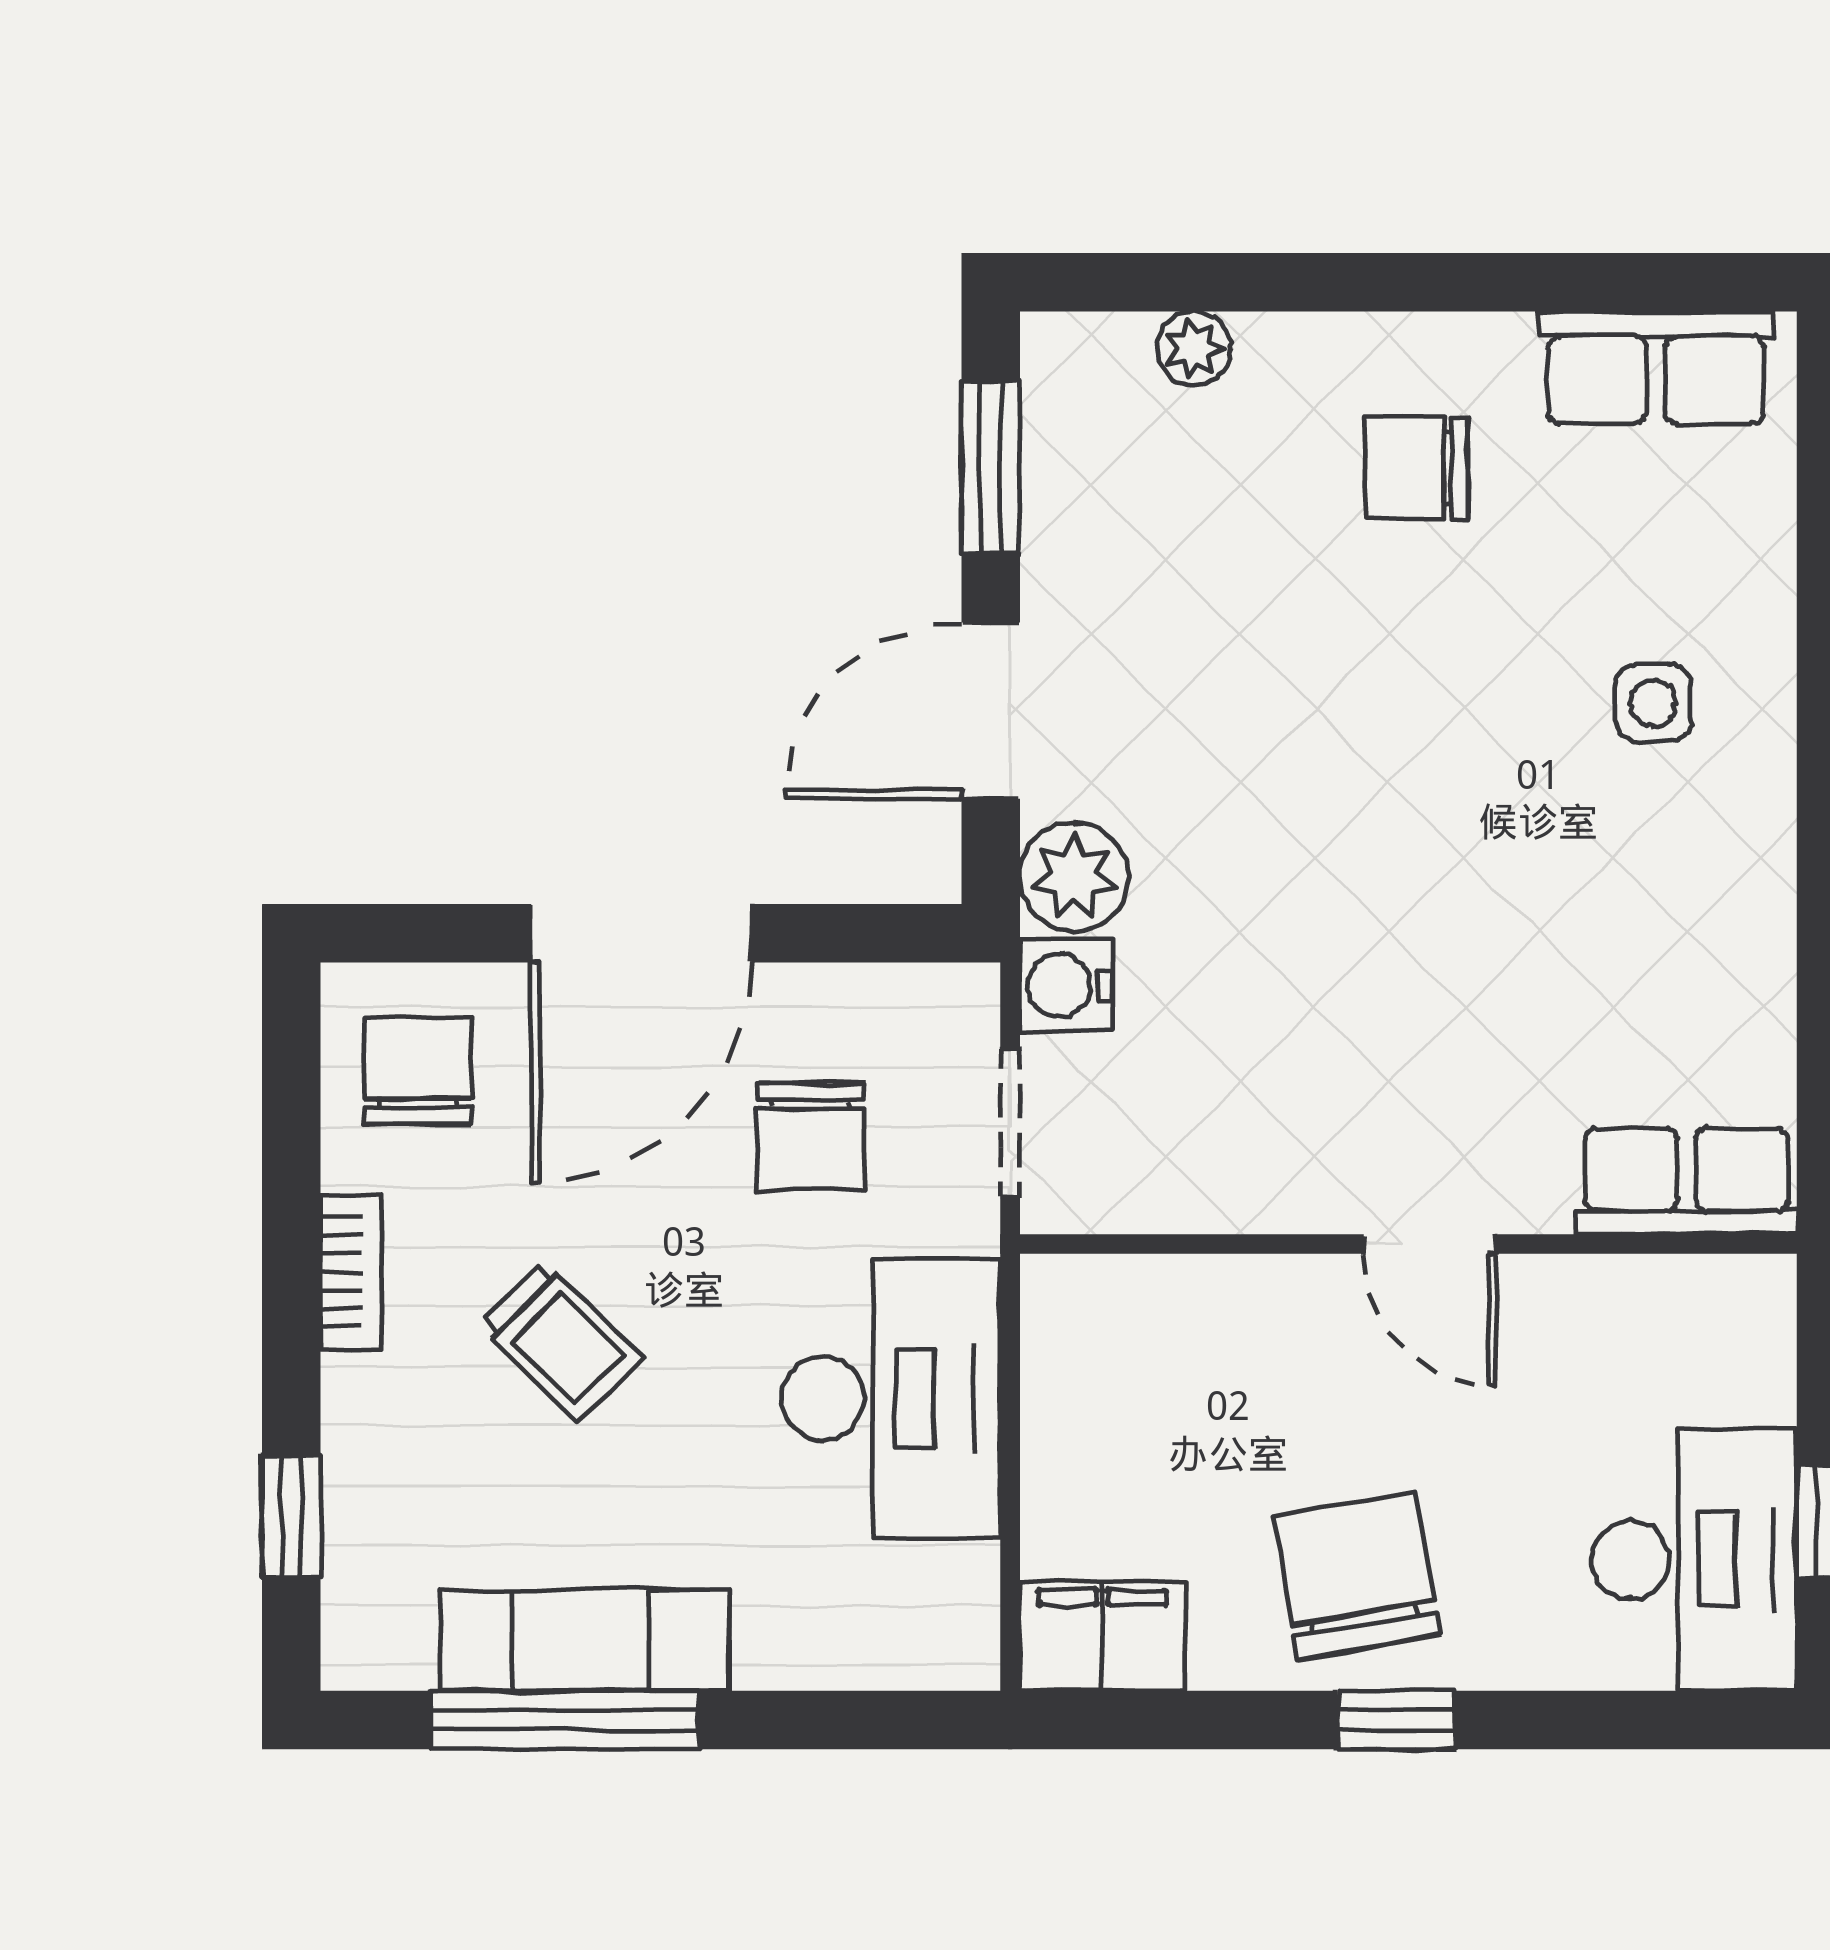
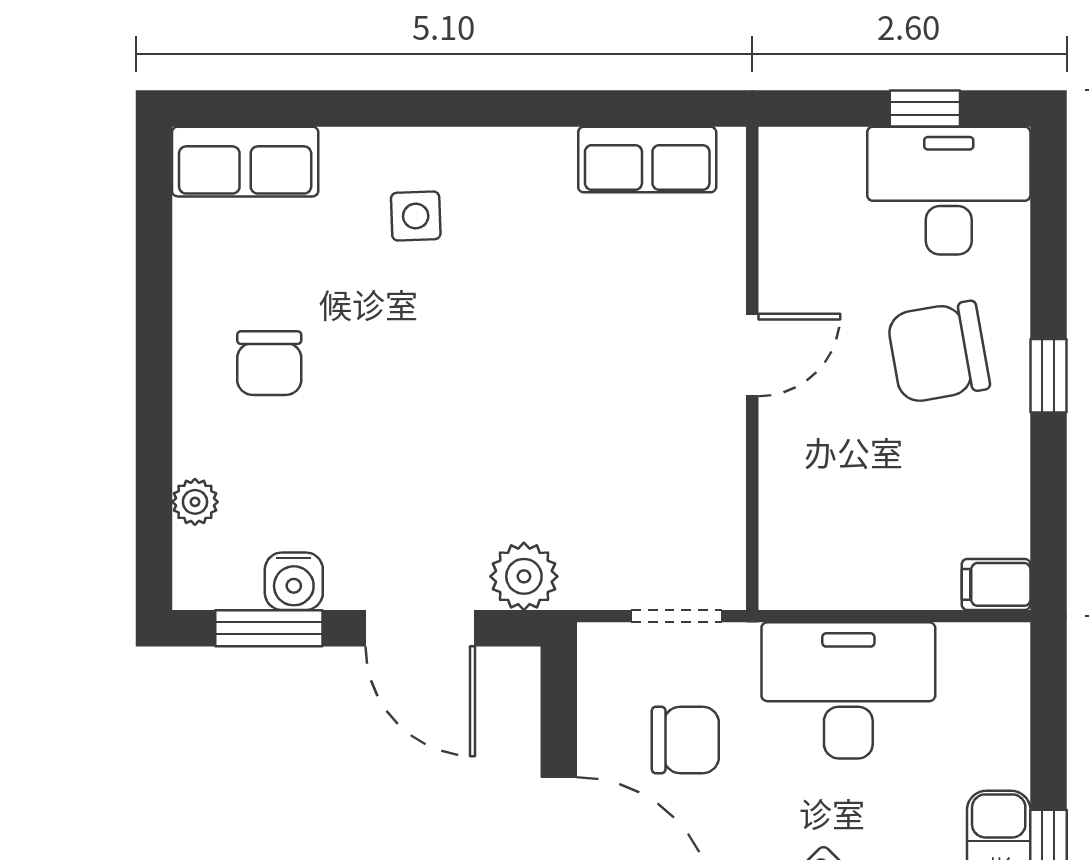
row of seats: (1656, 368) -> (245, 162), moved, turned 90
water cooler: (1066, 986) -> (294, 581), moved
row of seats: (1686, 1181) -> (647, 160), moved, turned -90
chair: (1357, 1576) -> (938, 352), moved
filing cabinet: (1102, 1636) -> (996, 584), width x0.50

